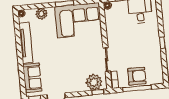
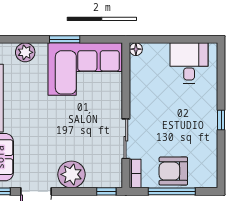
armchair: (137, 76) -> (173, 171), turned 180
plant: (94, 82) -> (71, 174), moved

